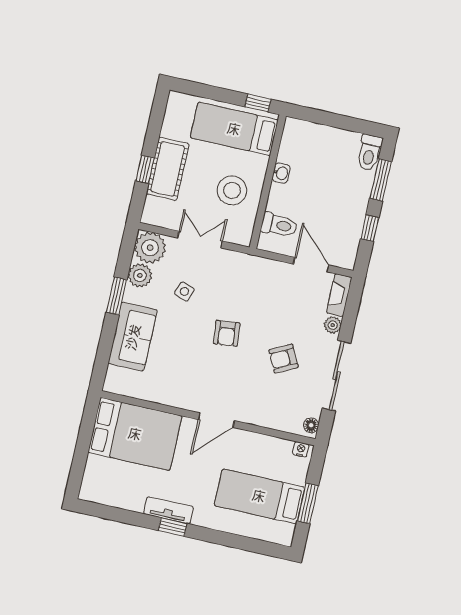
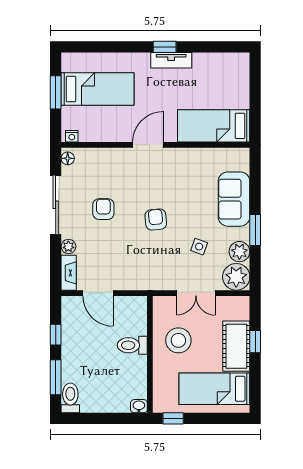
bed: (234, 129) -> (214, 389), moved, turned 180
washbasin: (281, 173) -> (139, 406), moved, turned 90
toilet: (279, 225) -> (132, 345), moved
armchair: (284, 359) -> (103, 209), turned -63
bed: (135, 434) -> (214, 126), width x0.67

